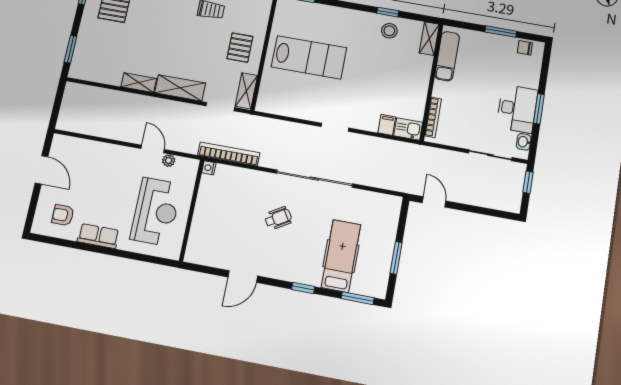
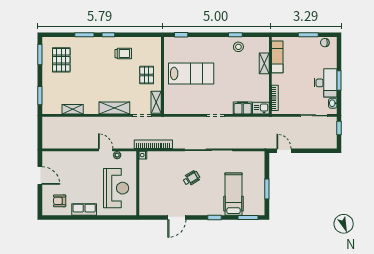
shelving: (429, 39) -> (264, 63), moved
shelving: (139, 83) -> (73, 109), moved
filing cabinet: (387, 125) -> (243, 108), width x2.00

